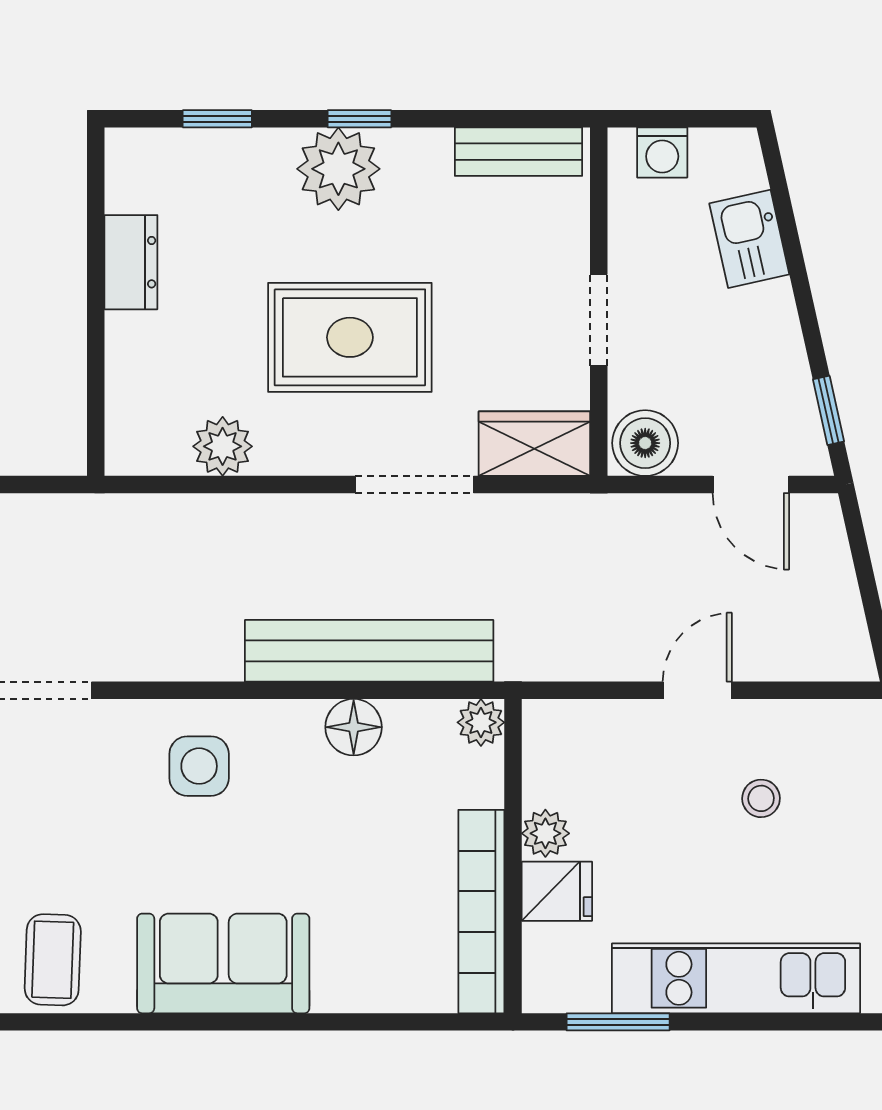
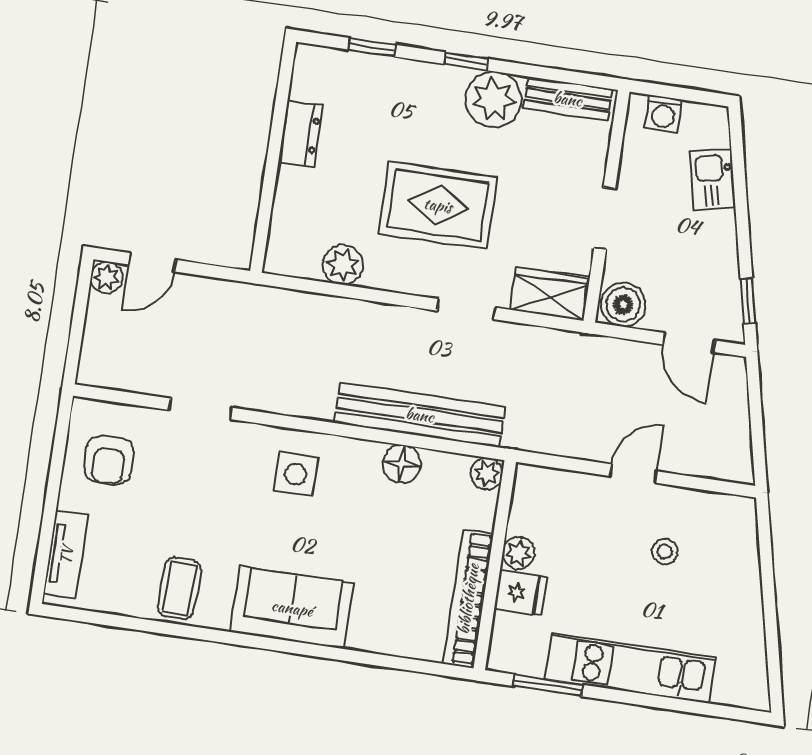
plant: (338, 169) -> (494, 99), moved
doorway: (414, 485) -> (466, 309), width x0.73

